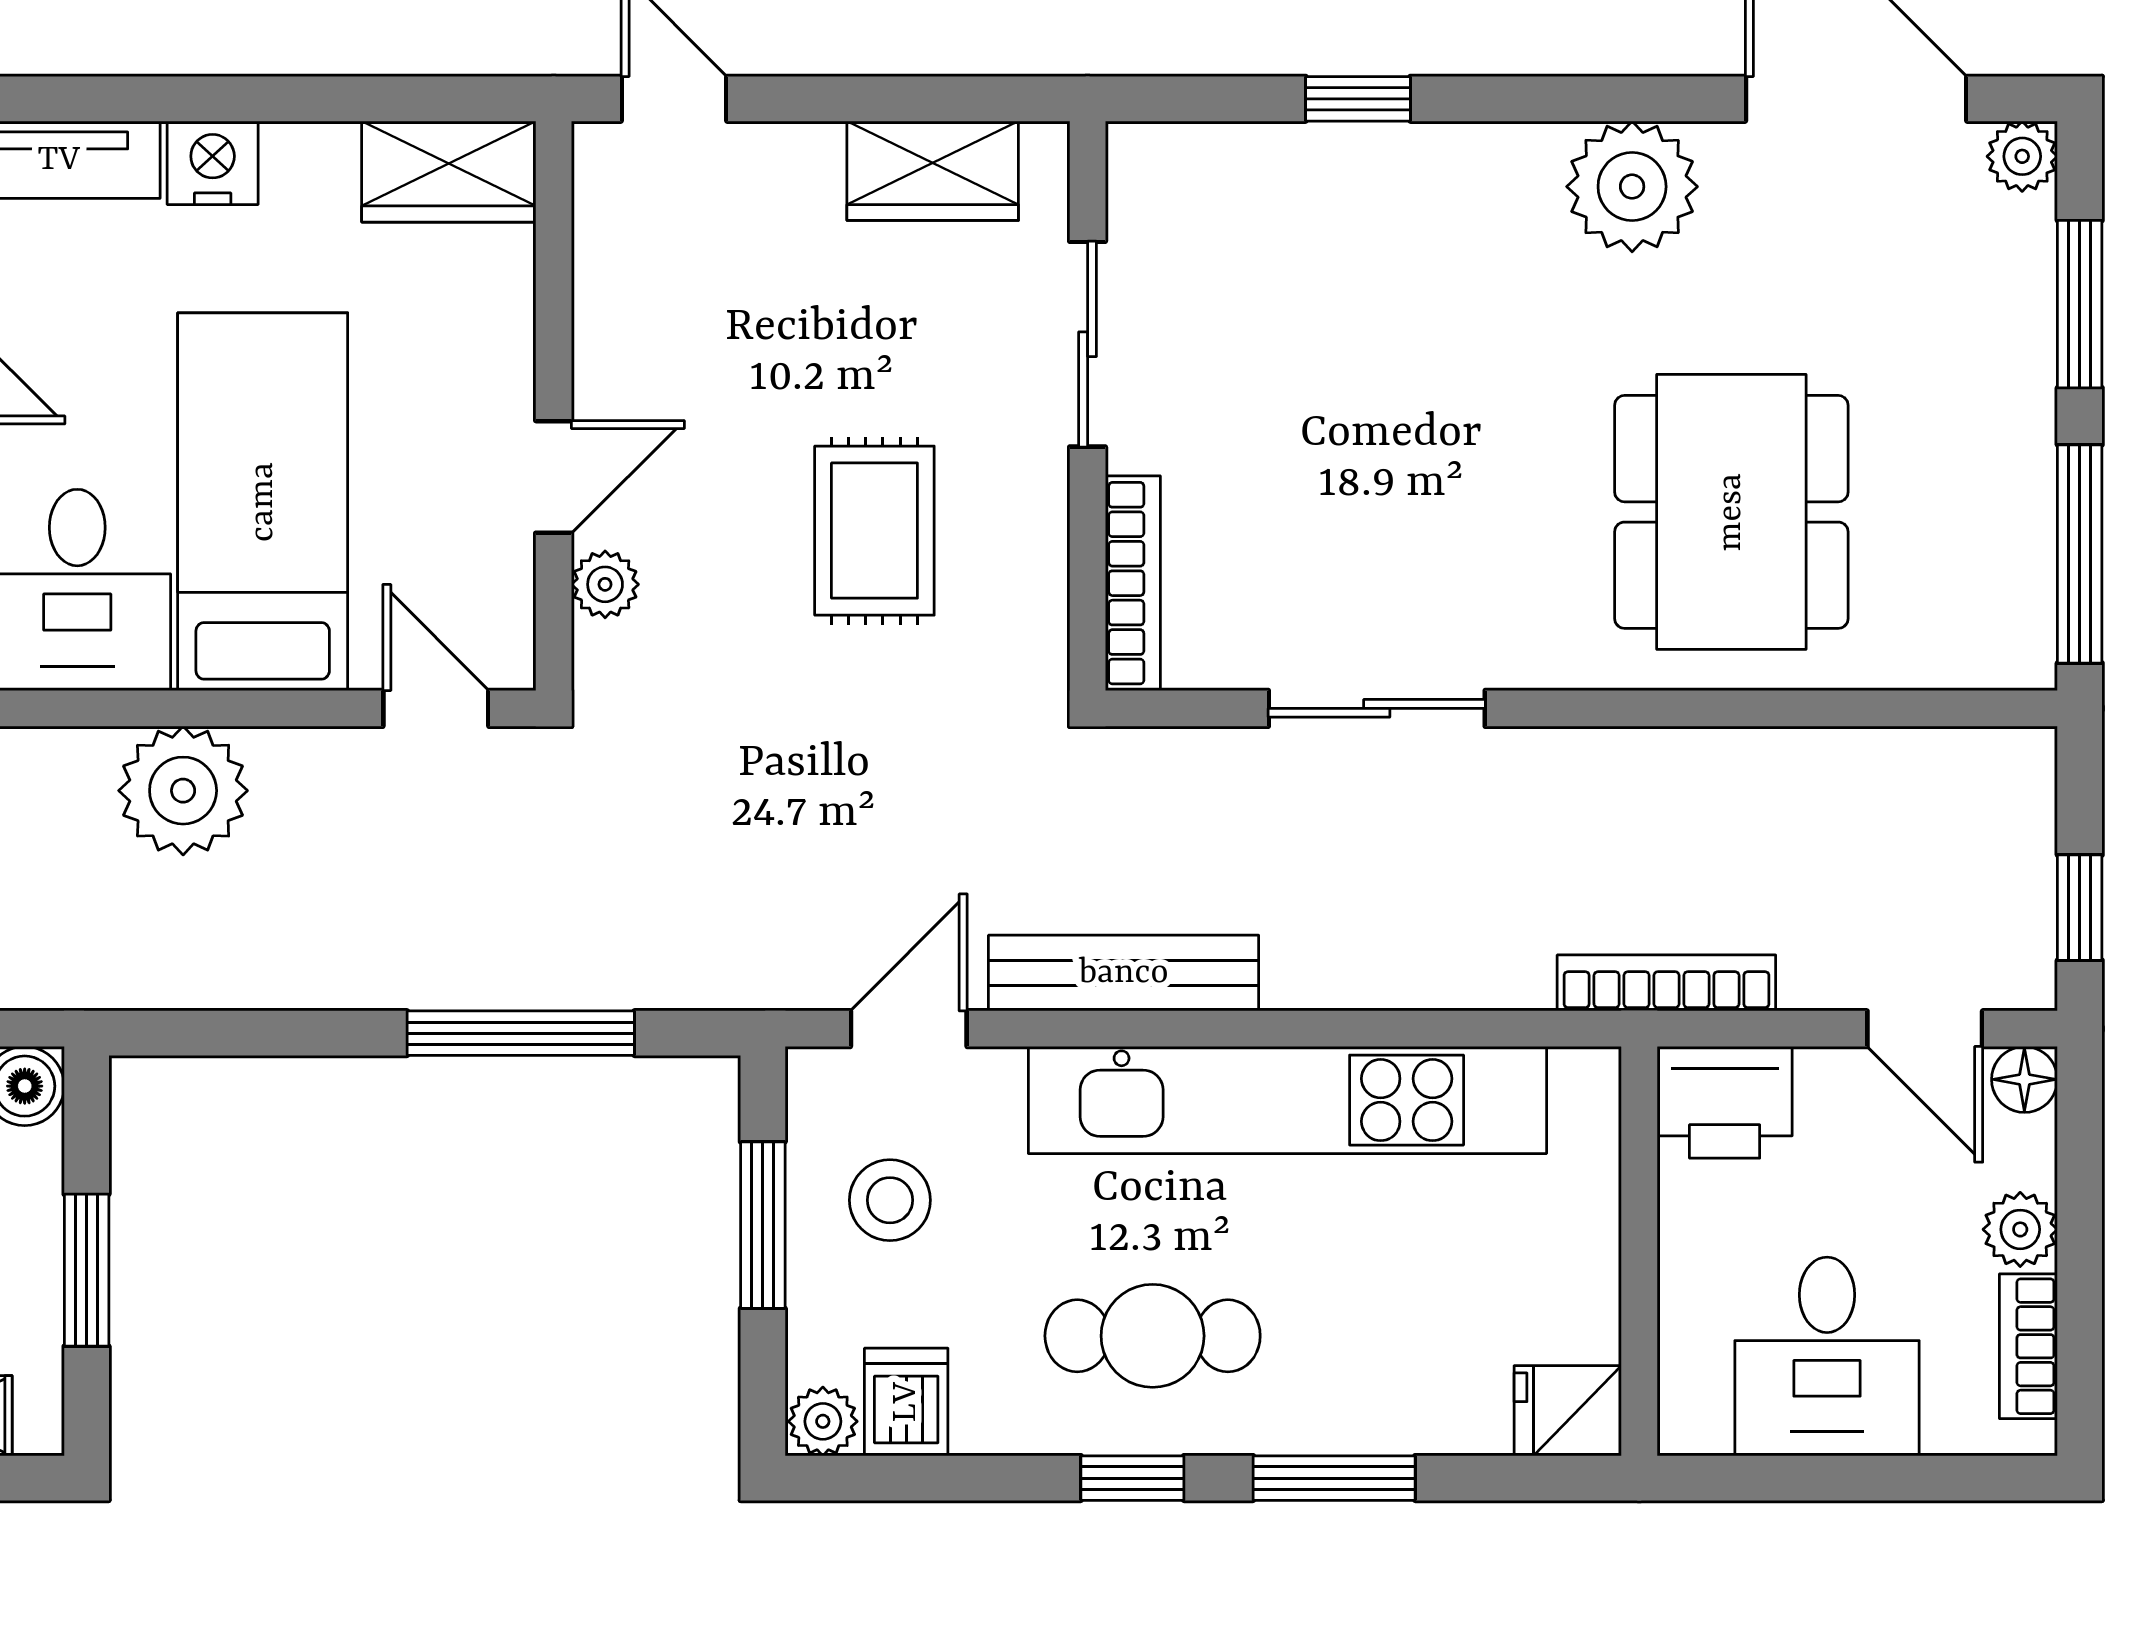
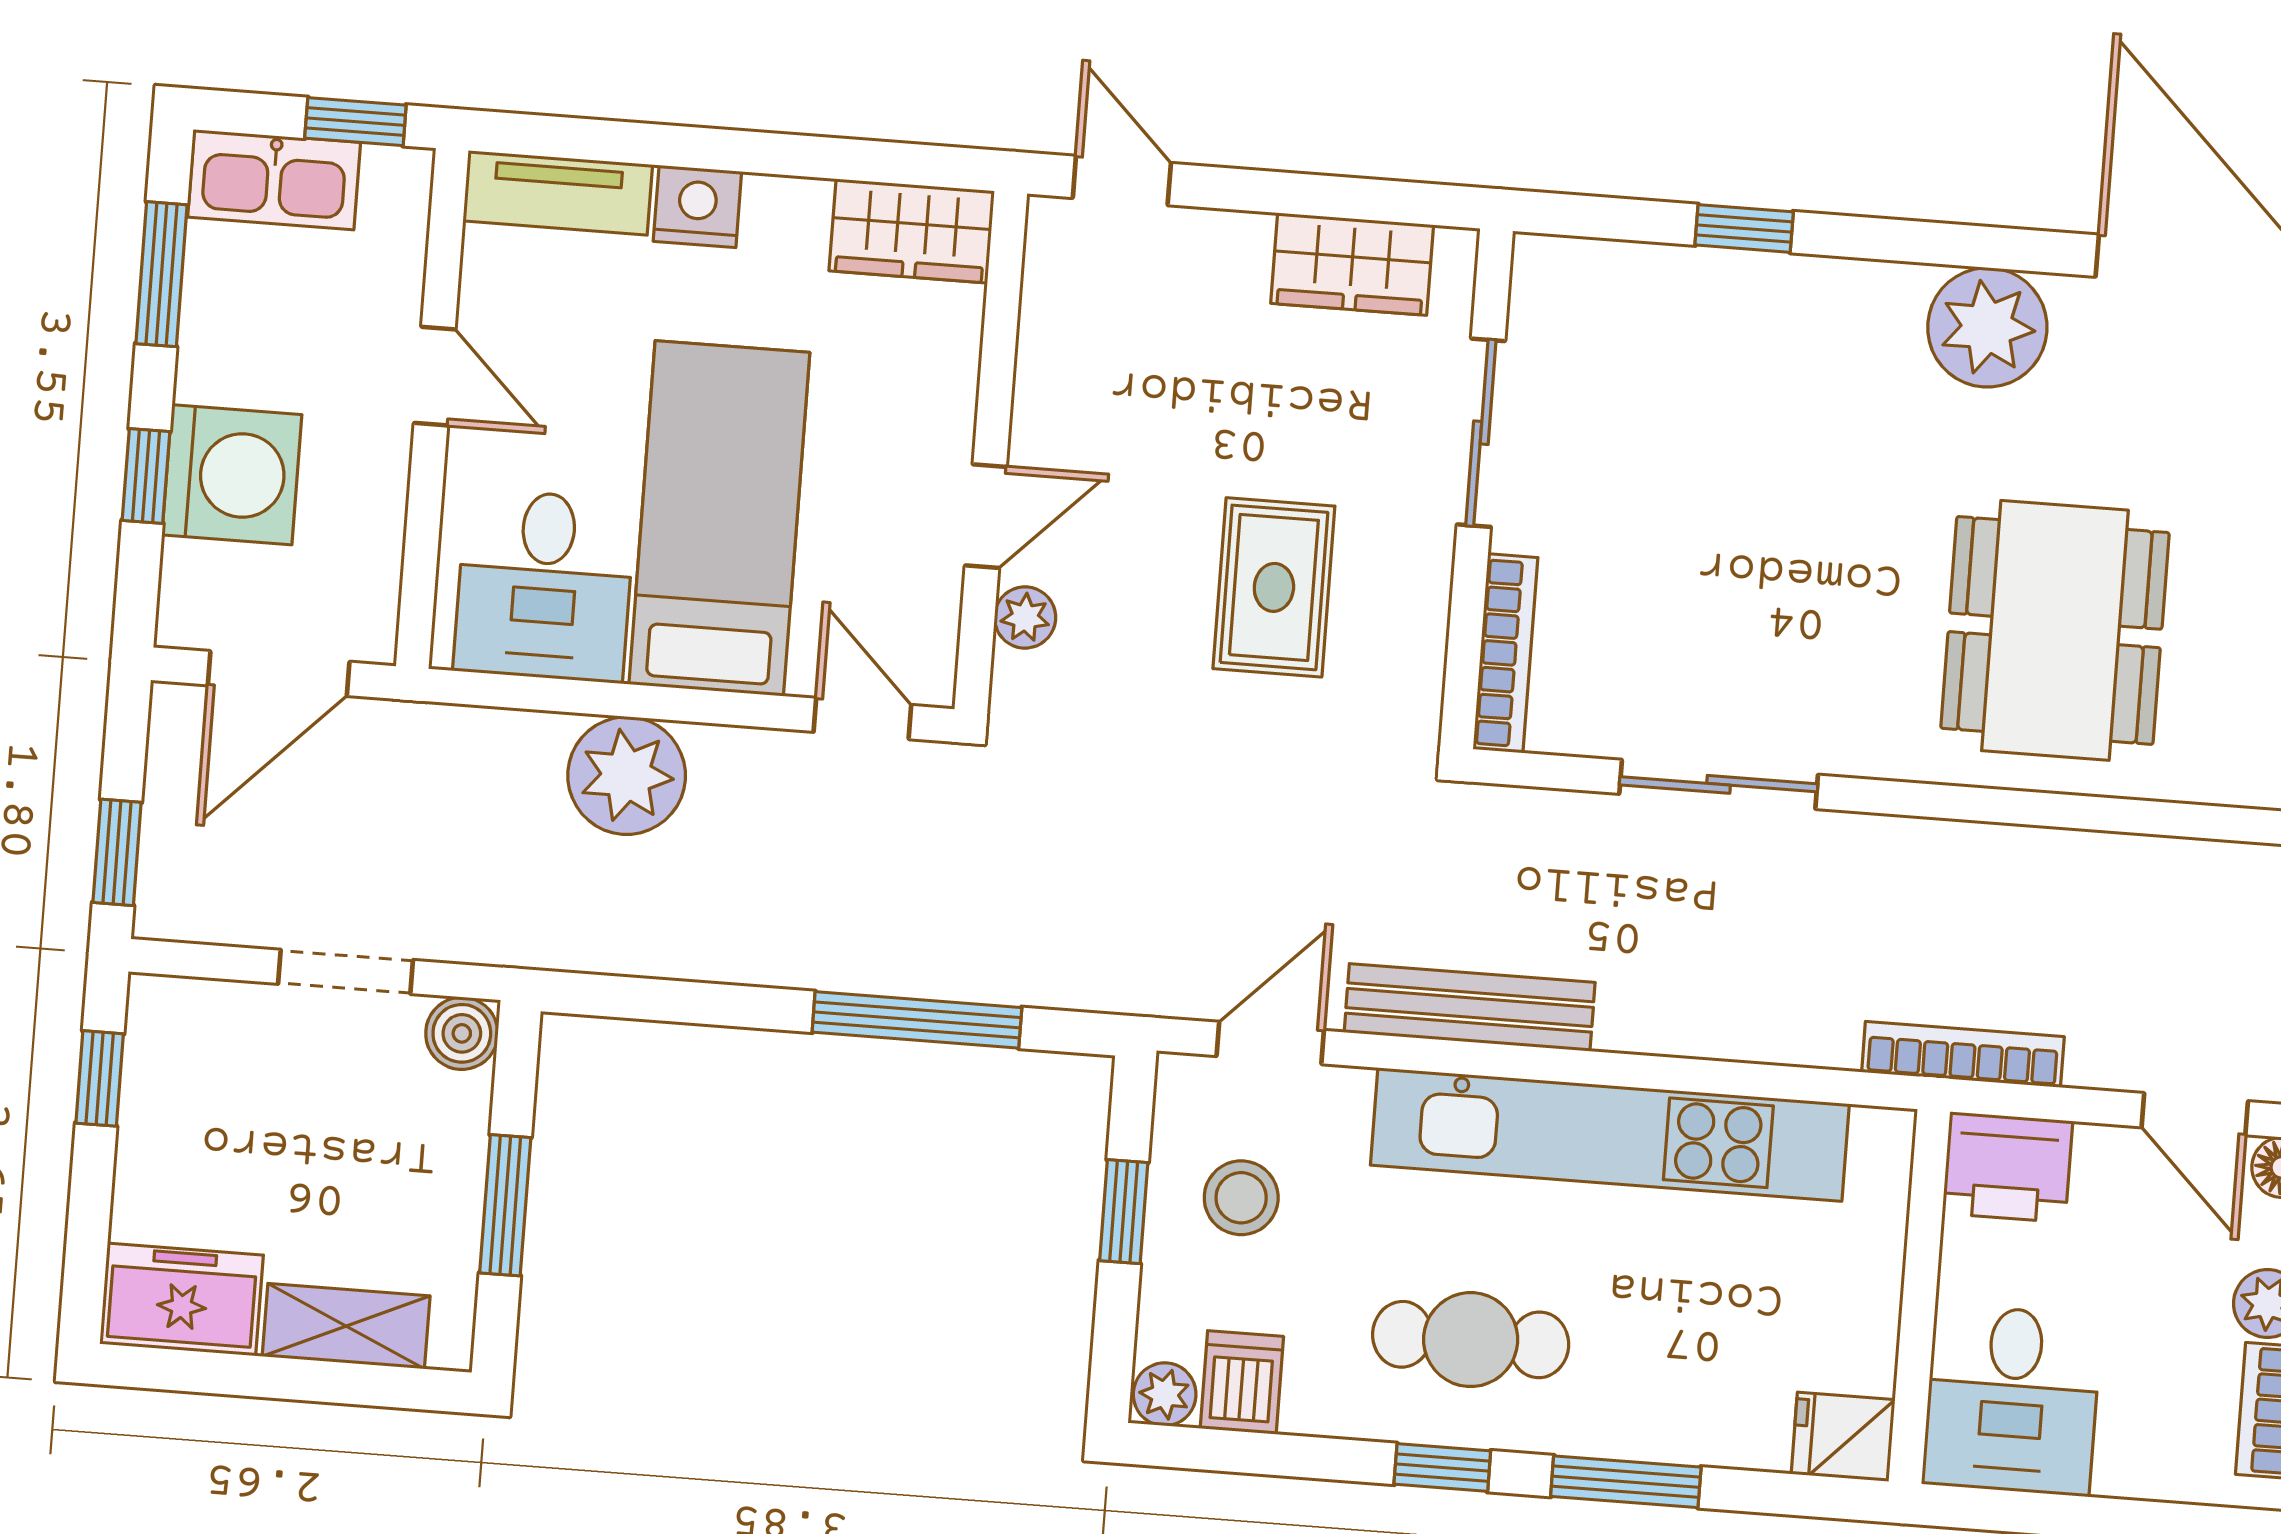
window: (763, 1225) -> (1124, 1212), width x0.67
desk: (1827, 1356) -> (2012, 1400), moved

